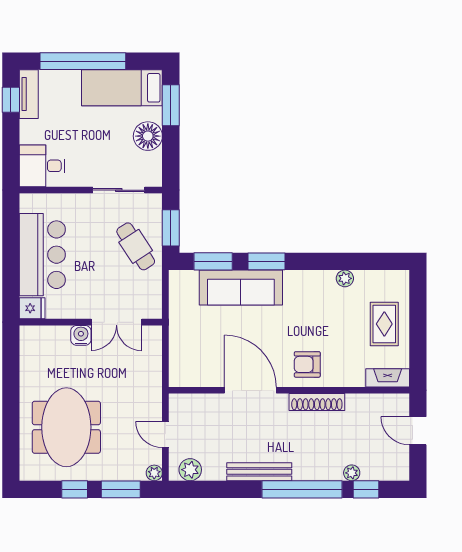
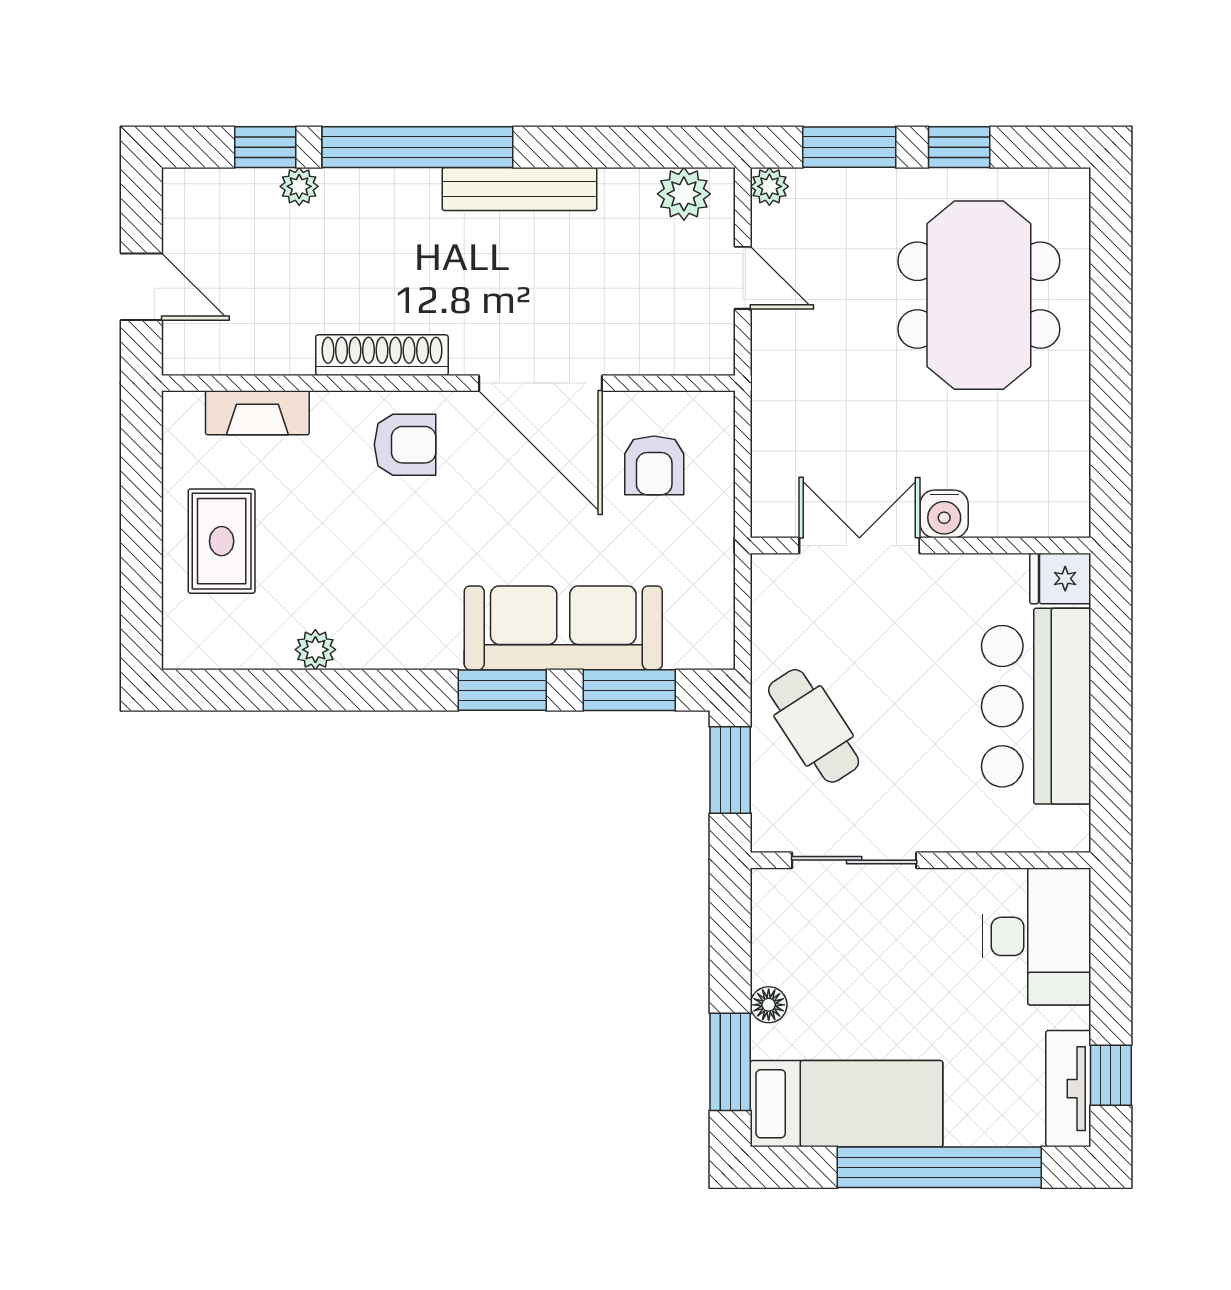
floor lamp: (148, 136) -> (769, 1005), width x0.53, depth x0.53
desk: (42, 166) -> (1037, 936), width x1.37
armchair: (203, 356) -> (654, 465), added
fireplace: (388, 378) -> (257, 413), moved

